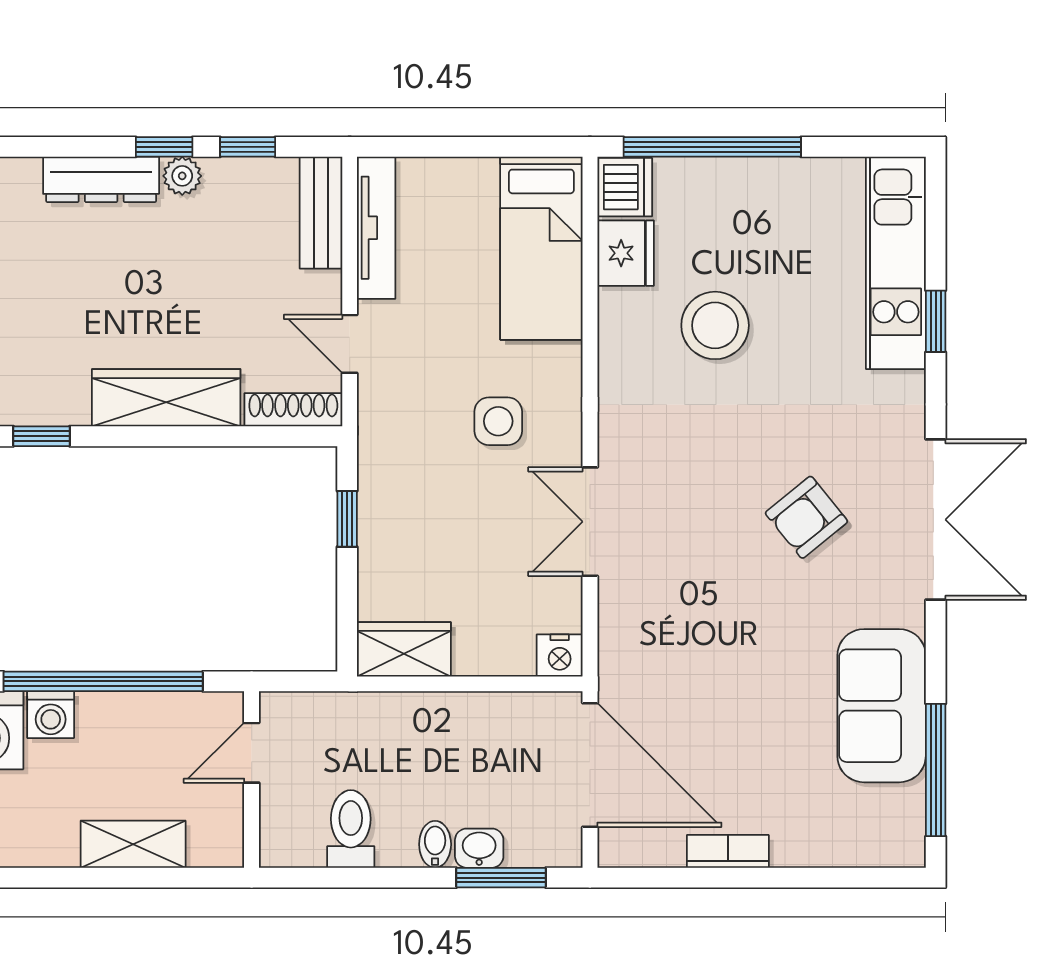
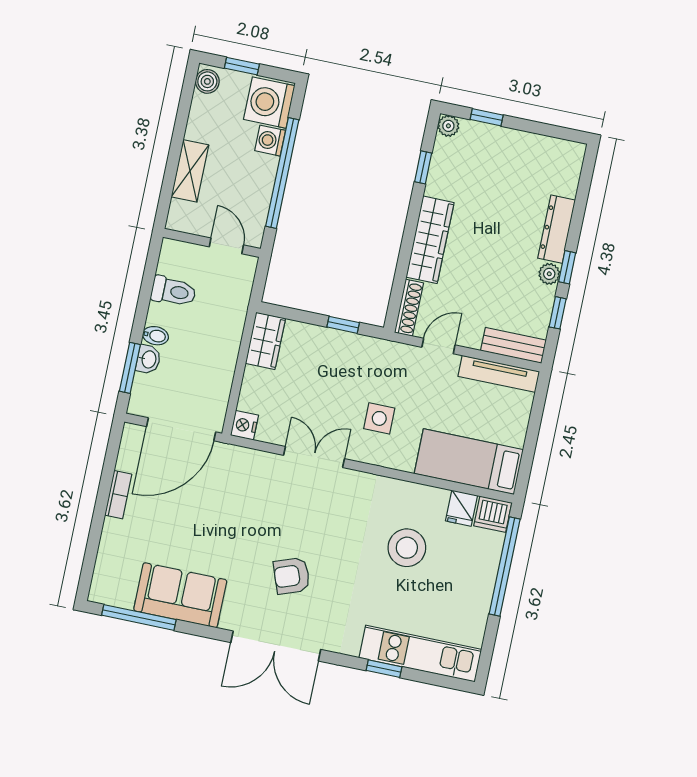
fridge: (626, 253) -> (461, 508), width x0.72
armchair: (806, 517) -> (292, 576), turned -71

